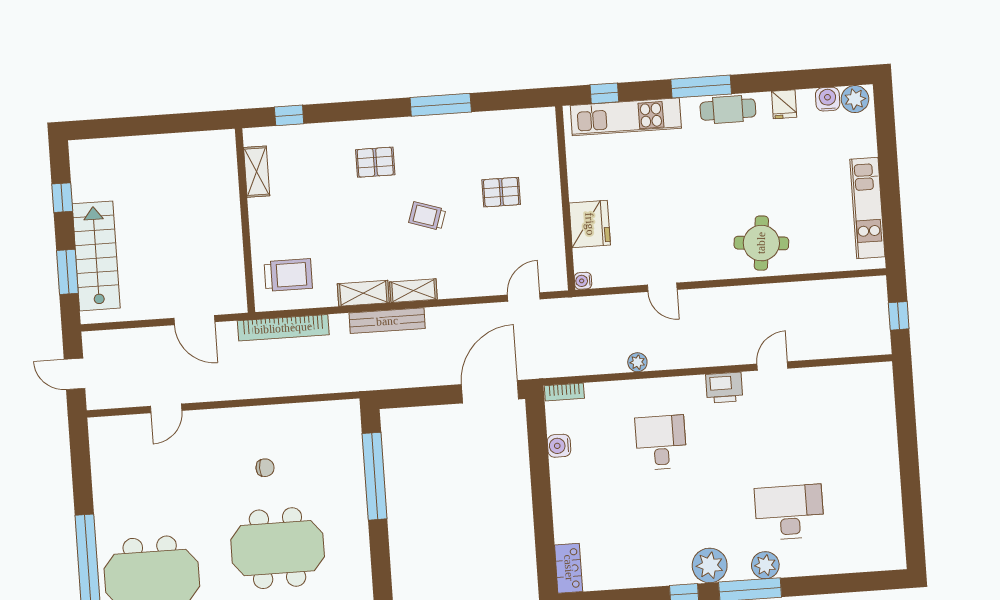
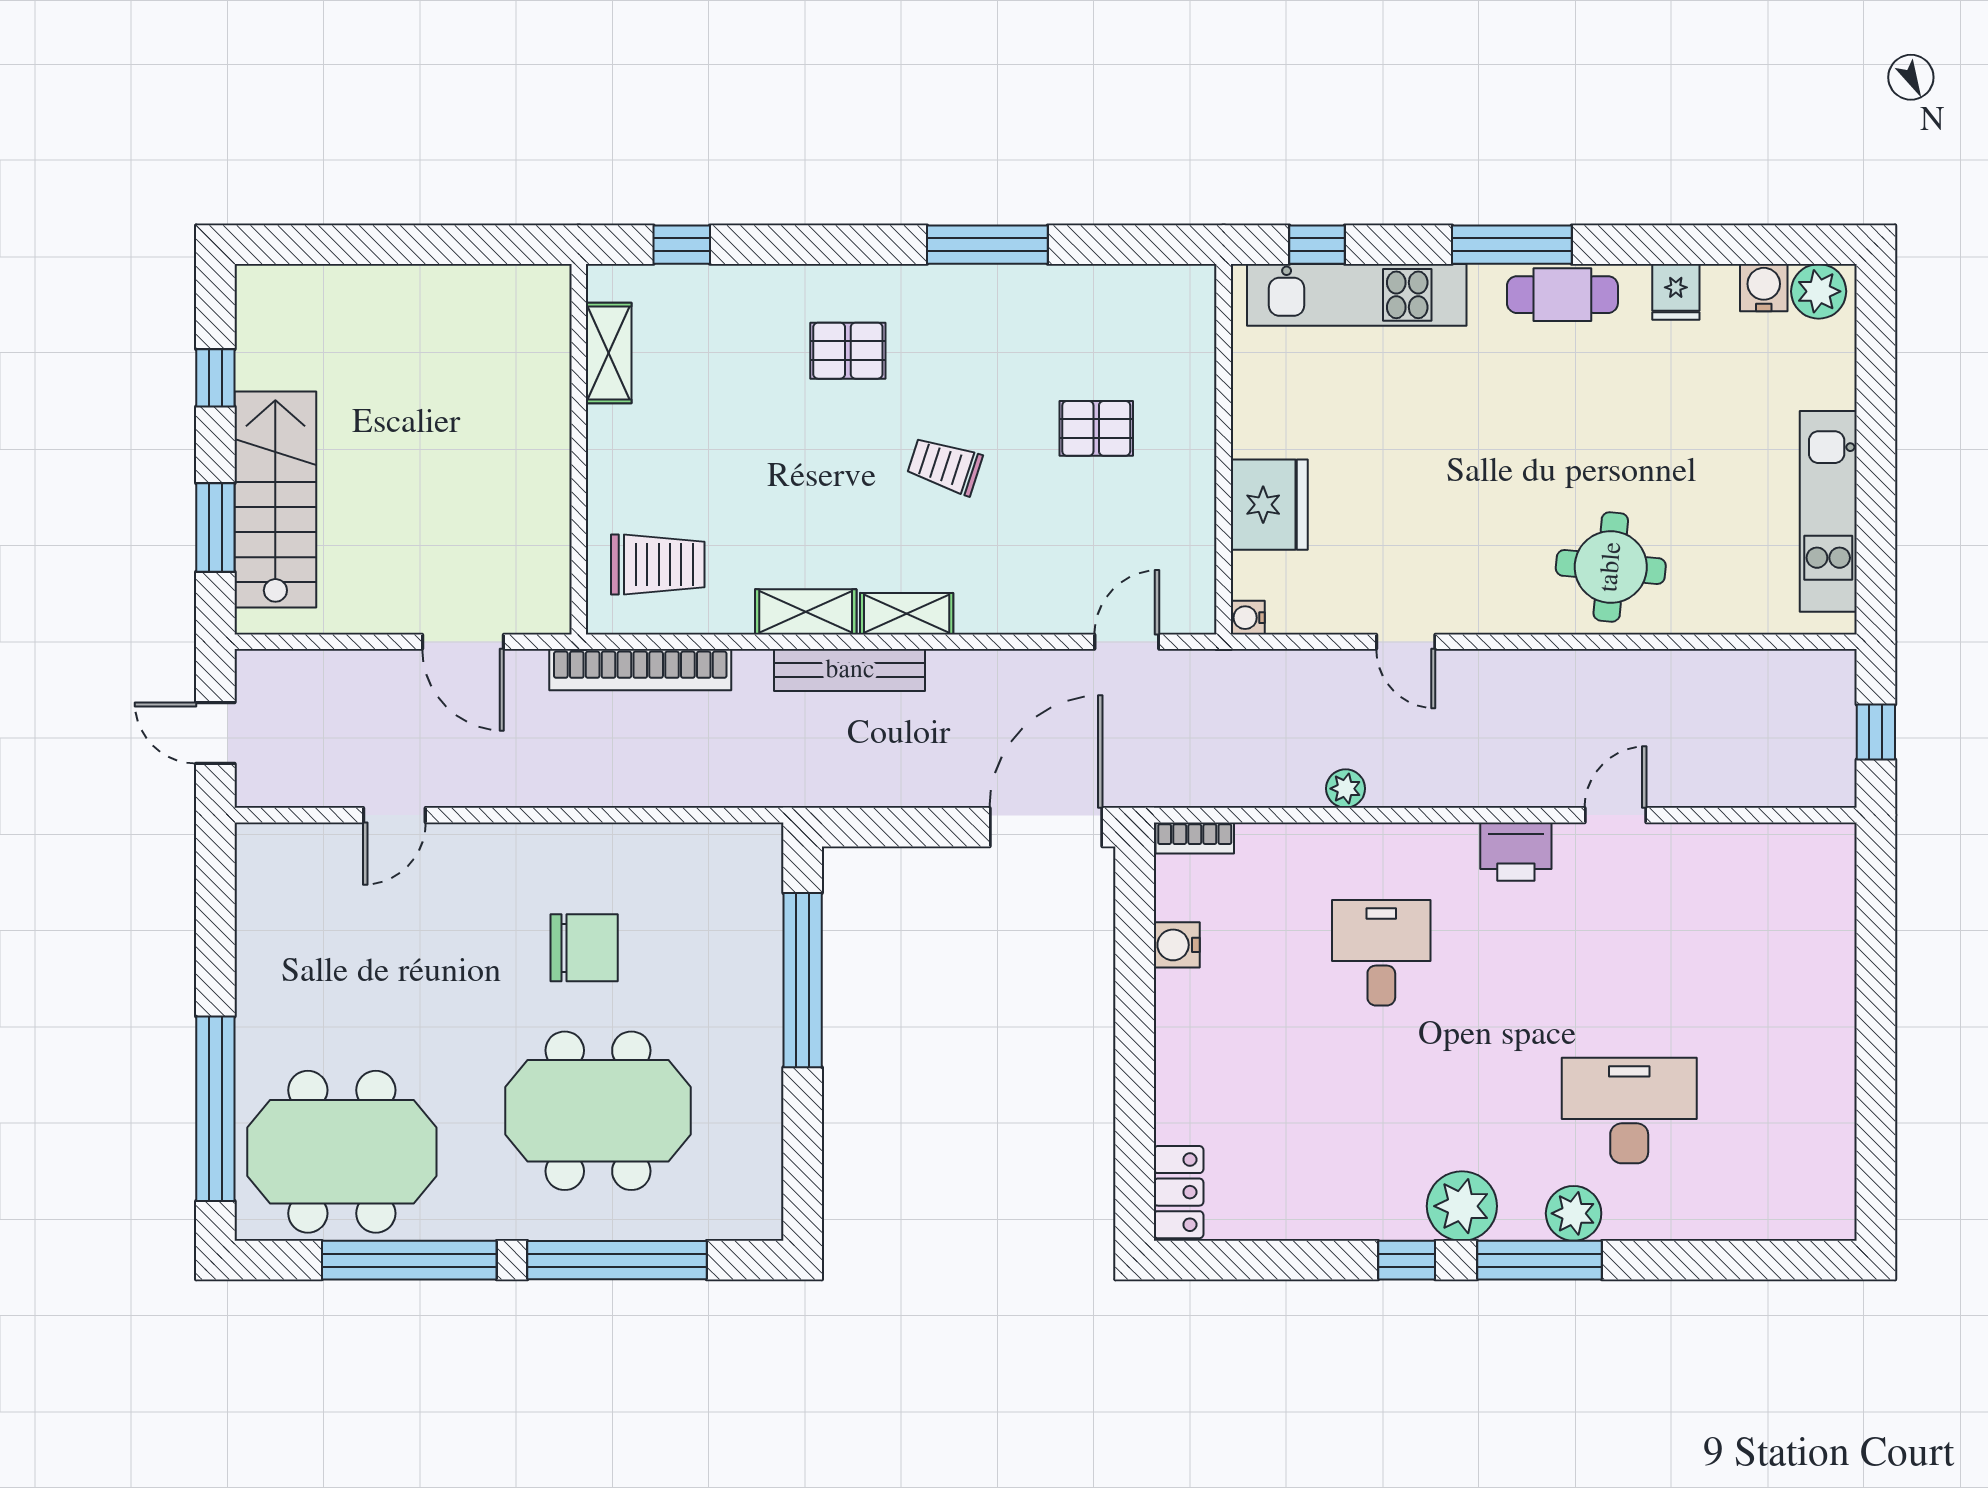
chair: (265, 468) -> (584, 948), width x1.87, depth x1.87

